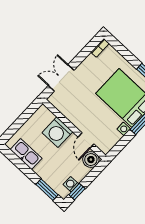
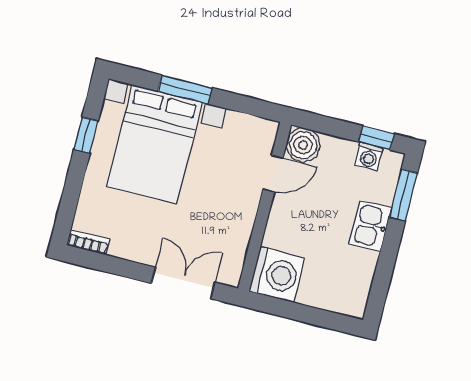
double door: (61, 78) -> (183, 283), swing flipped
washing machine: (57, 132) -> (277, 275), moved
kitchen sink: (26, 154) -> (370, 226), moved, width x0.73

